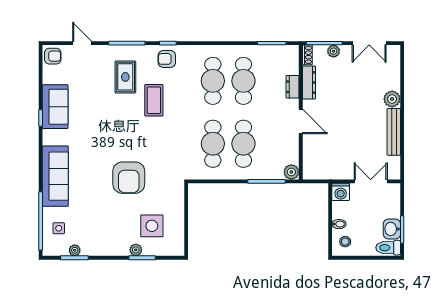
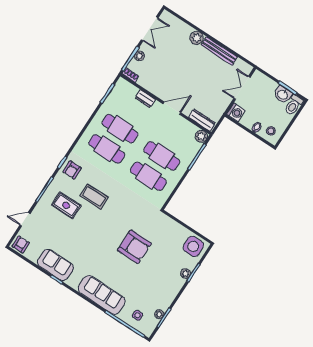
dresser: (309, 83) -> (202, 120), moved
side table: (152, 226) -> (193, 246), moved

